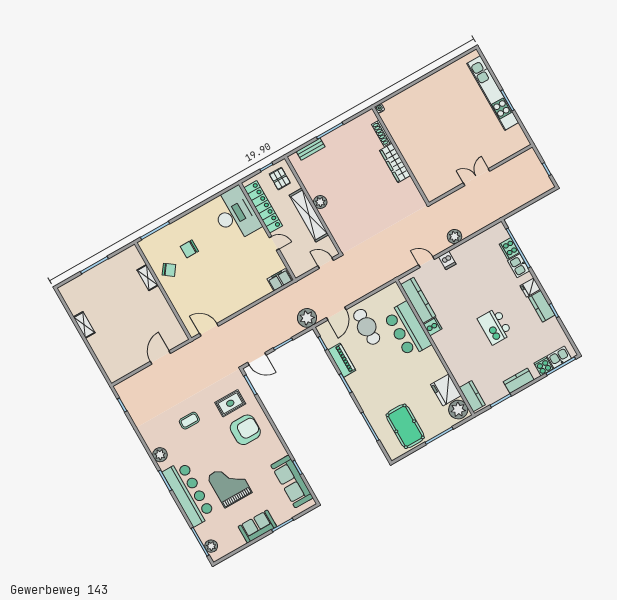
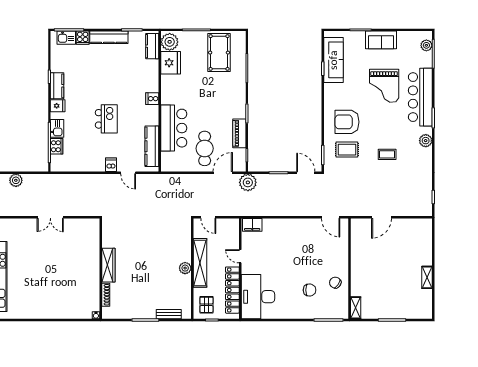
plant: (454, 236) -> (16, 180), moved
shelving: (148, 278) -> (356, 308), moved
kitchen island: (495, 326) -> (106, 119), moved
cooker: (433, 327) -> (152, 99), moved
kitchen counter: (519, 381) -> (109, 37), width x1.50

